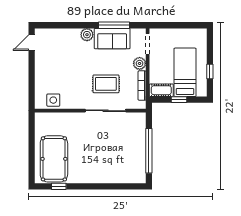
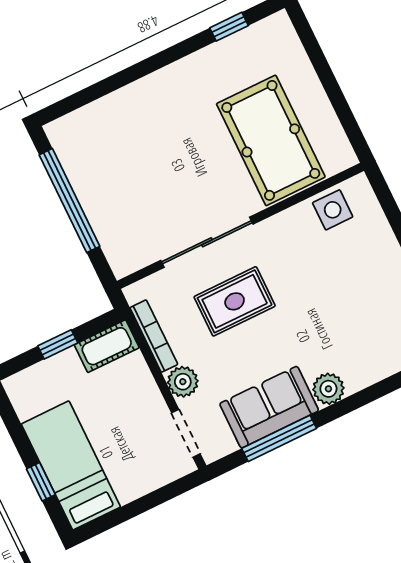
window: (210, 71) -> (41, 482), moved
bed: (185, 72) -> (71, 465), moved, turned 180
pool table: (54, 159) -> (271, 140), moved

